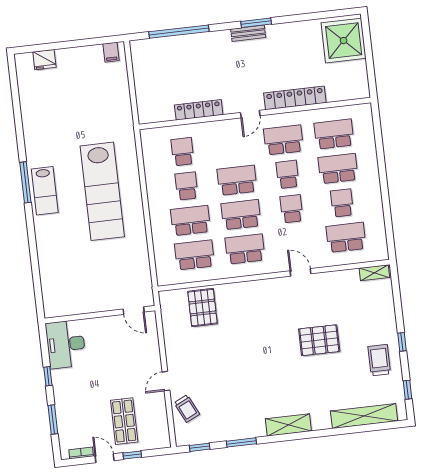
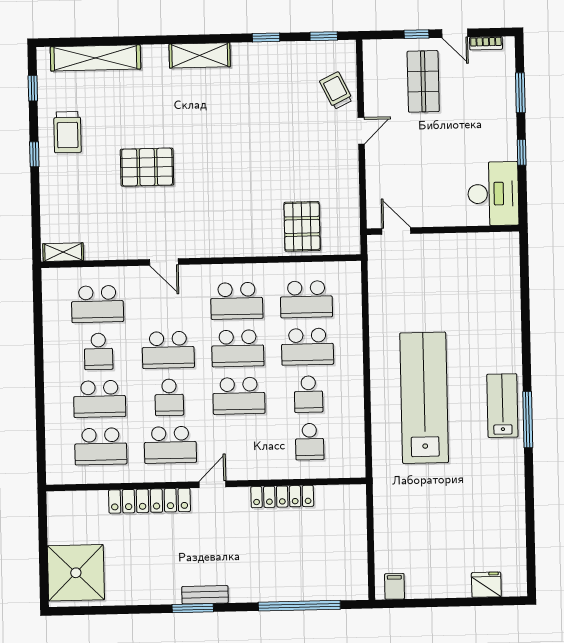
school desk: (292, 209) -> (168, 350), width x1.85
window: (241, 442) -> (266, 37), width x0.67

